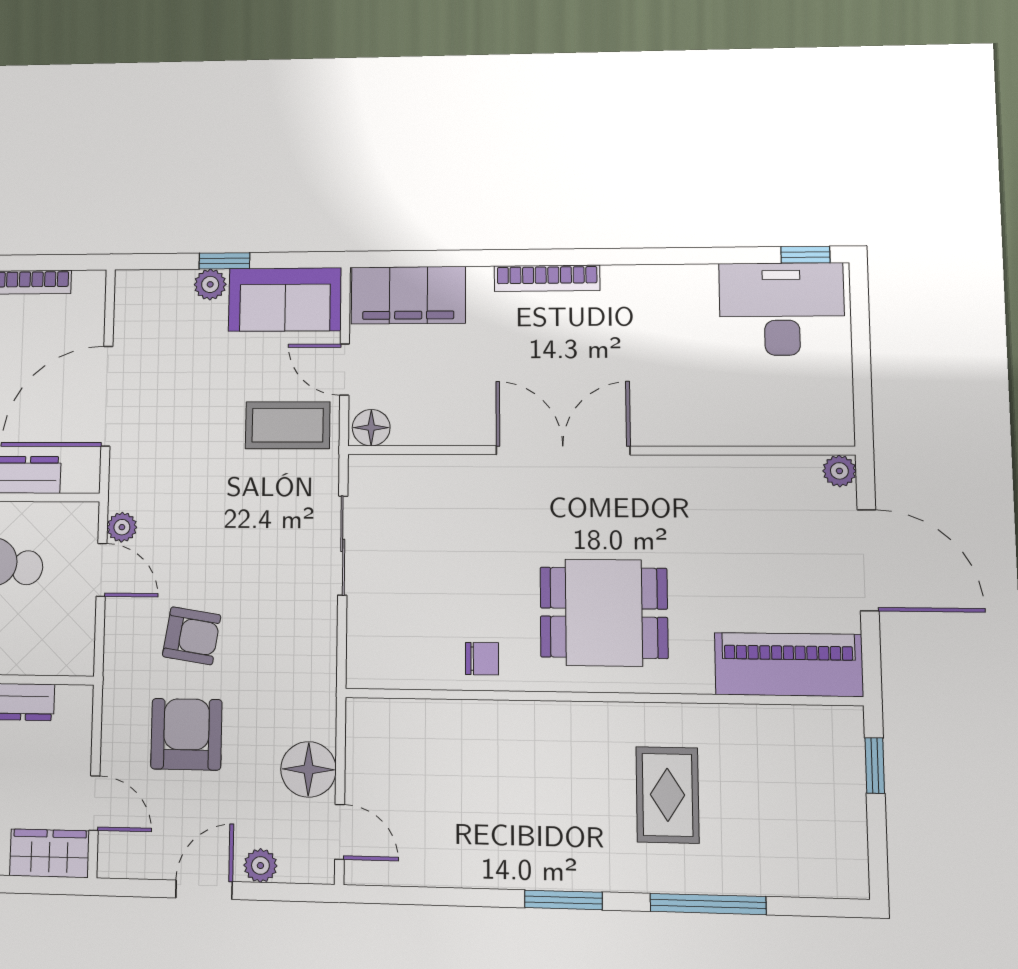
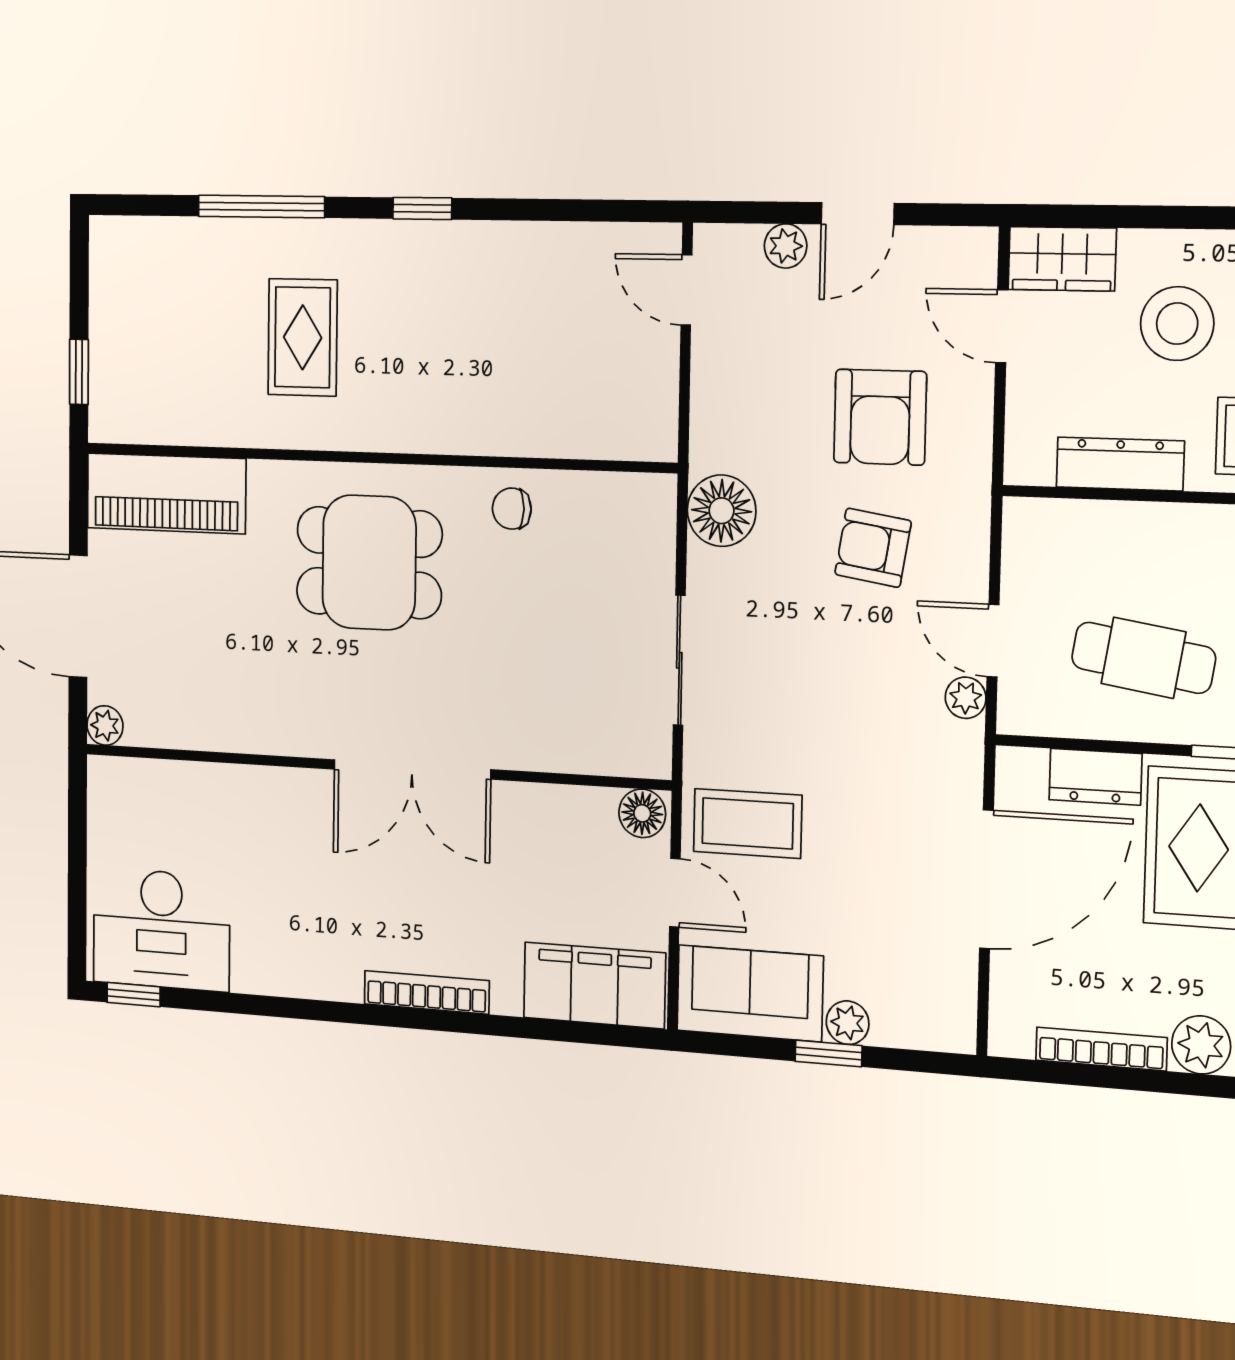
floor lamp: (308, 769) -> (722, 511), moved
window: (563, 900) -> (422, 208), width x0.67

